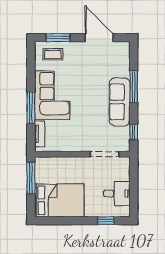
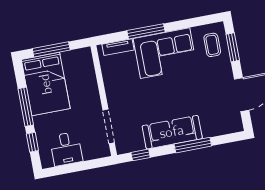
window: (31, 178) -> (51, 49), moved
window: (75, 221) -> (26, 107), added

